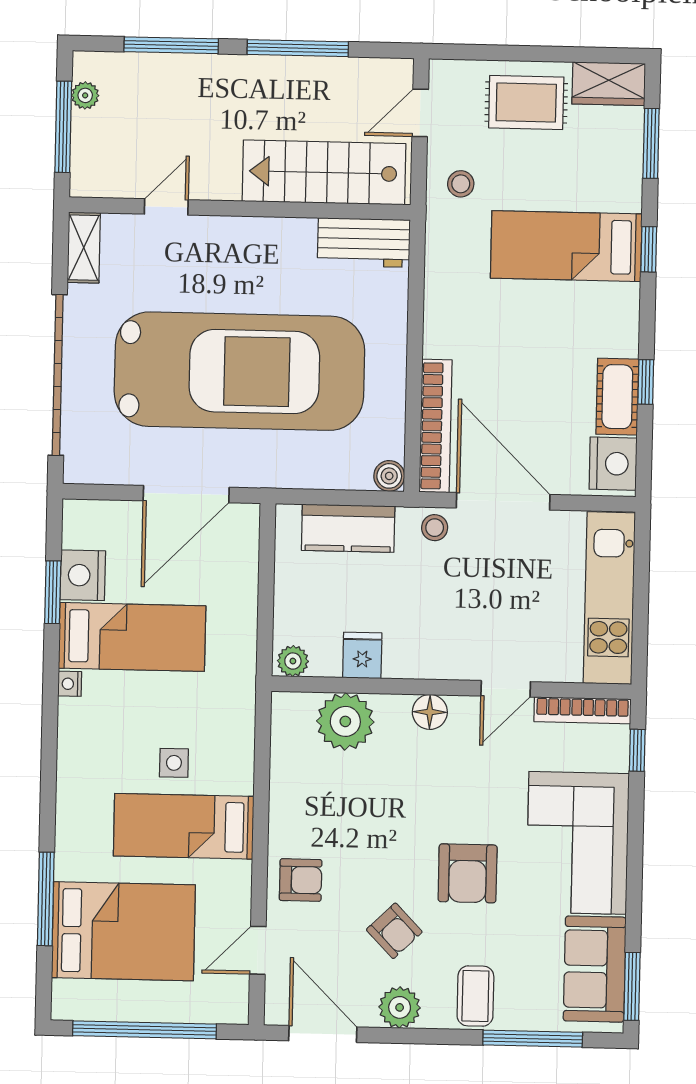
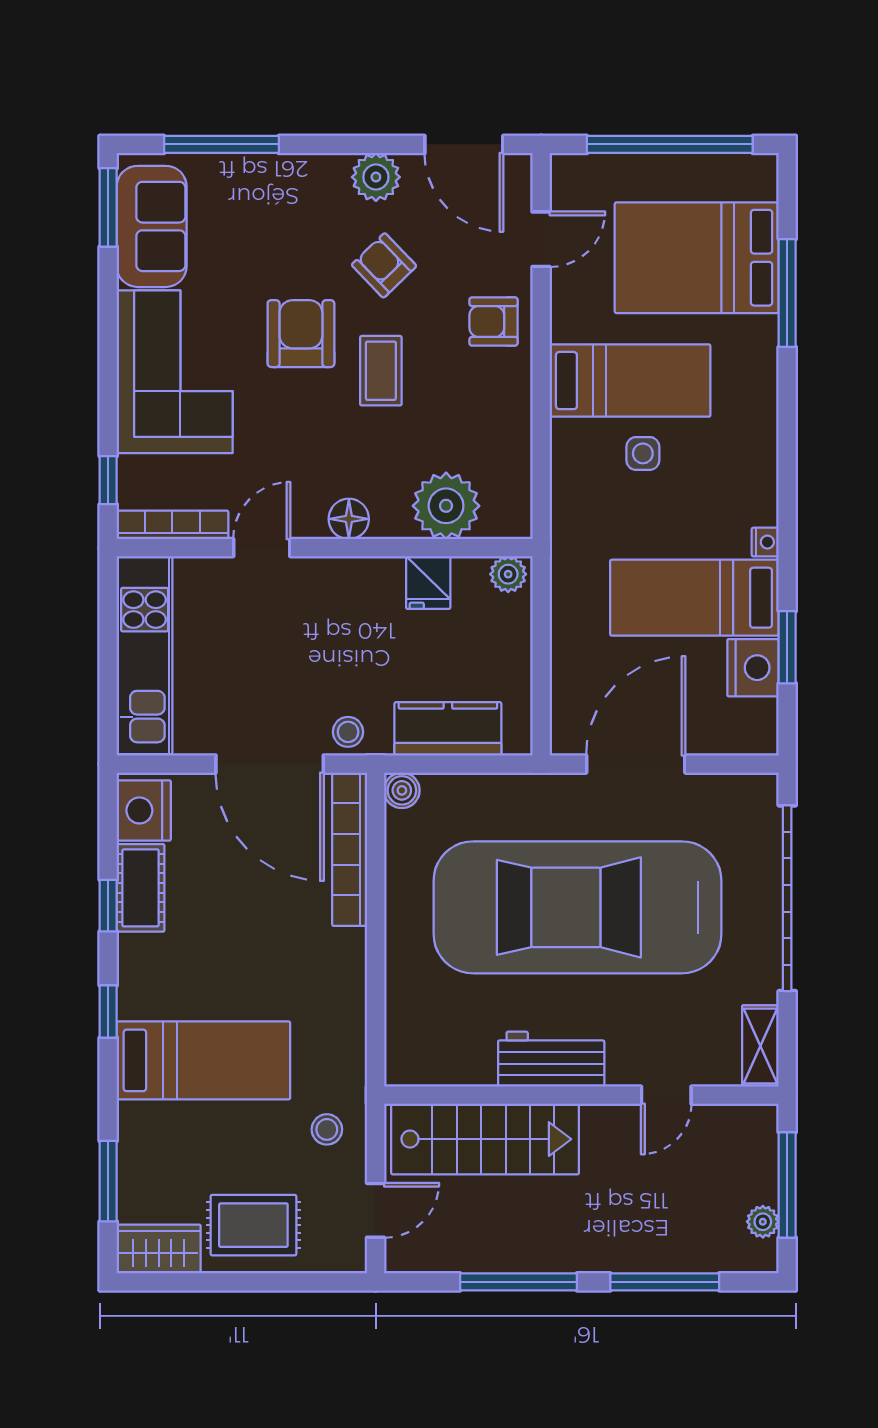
workbench: (364, 243) -> (551, 1059), moved
window: (649, 249) -> (108, 1011), moved
coffee table: (475, 996) -> (381, 371), moved

